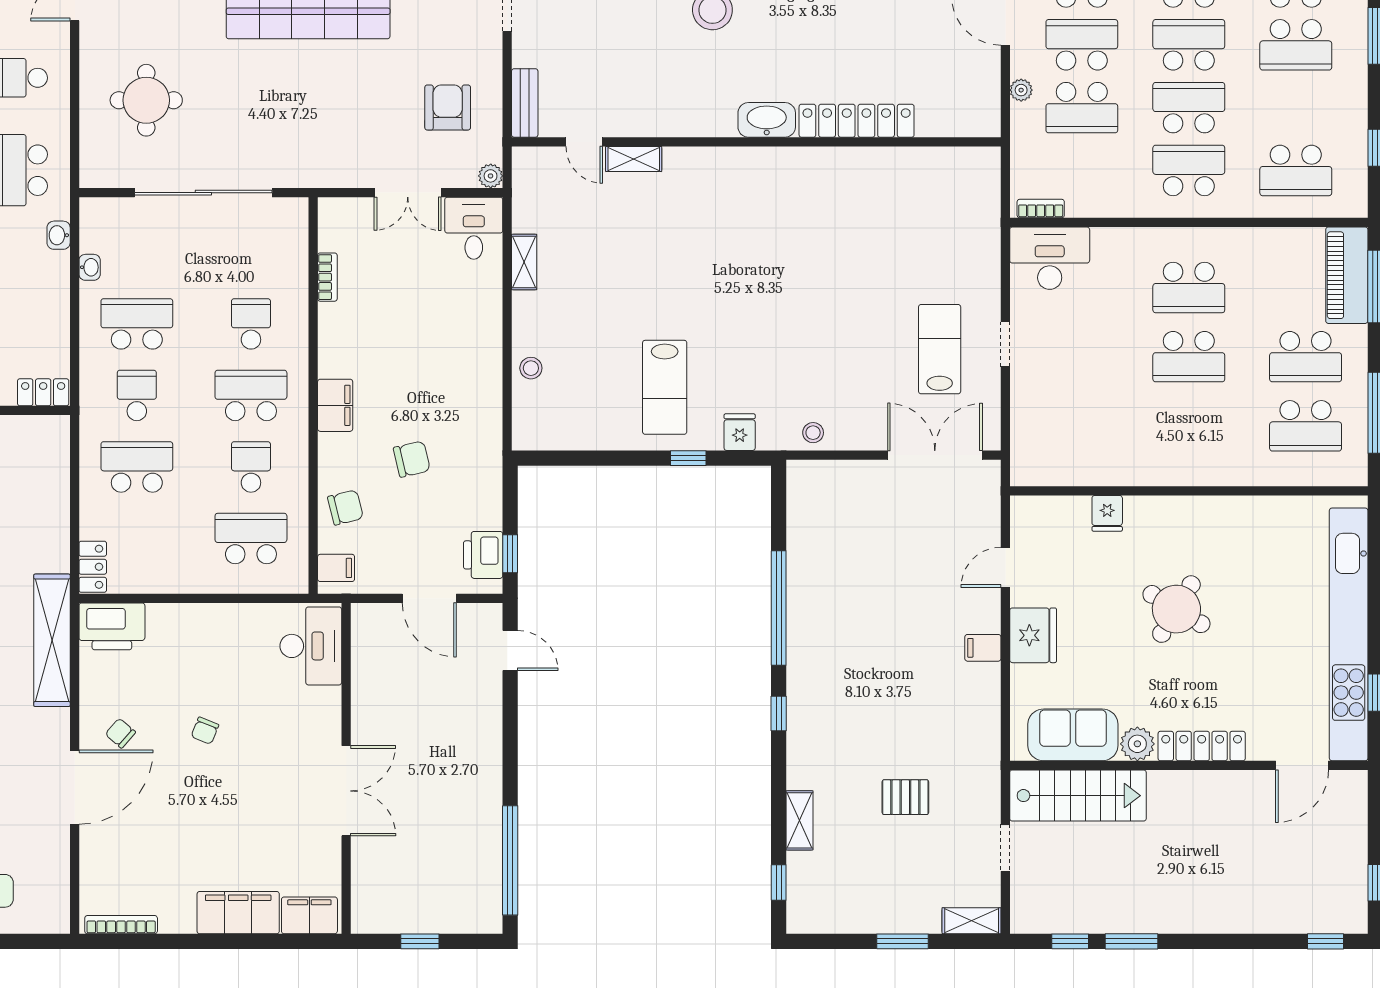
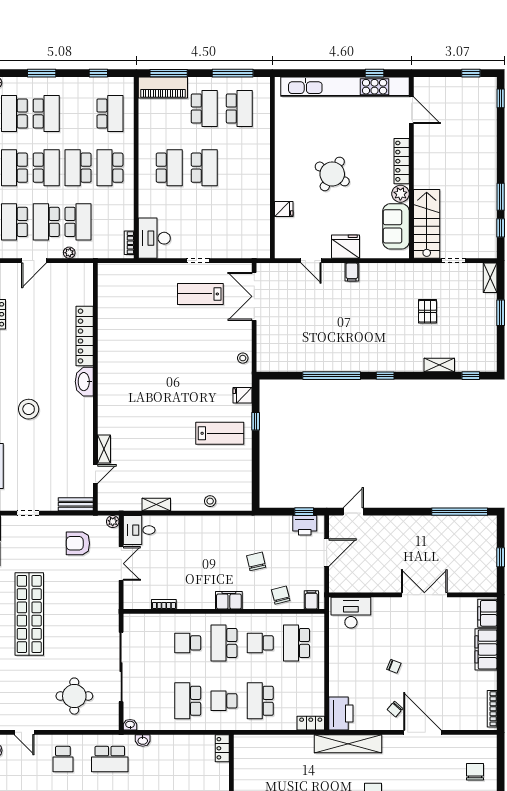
school desk: (1189, 45) -> (46, 168), turned 180
washbasin: (90, 267) -> (130, 725), moved

